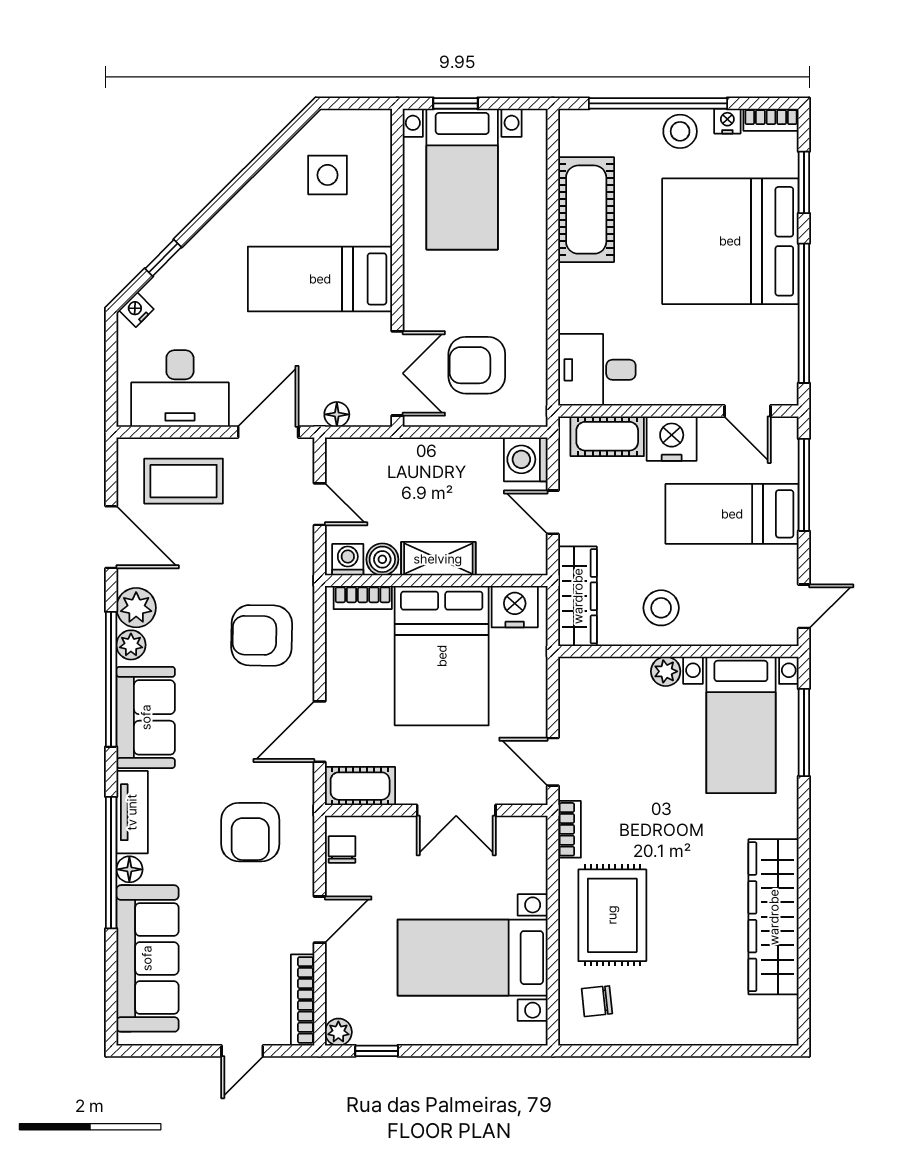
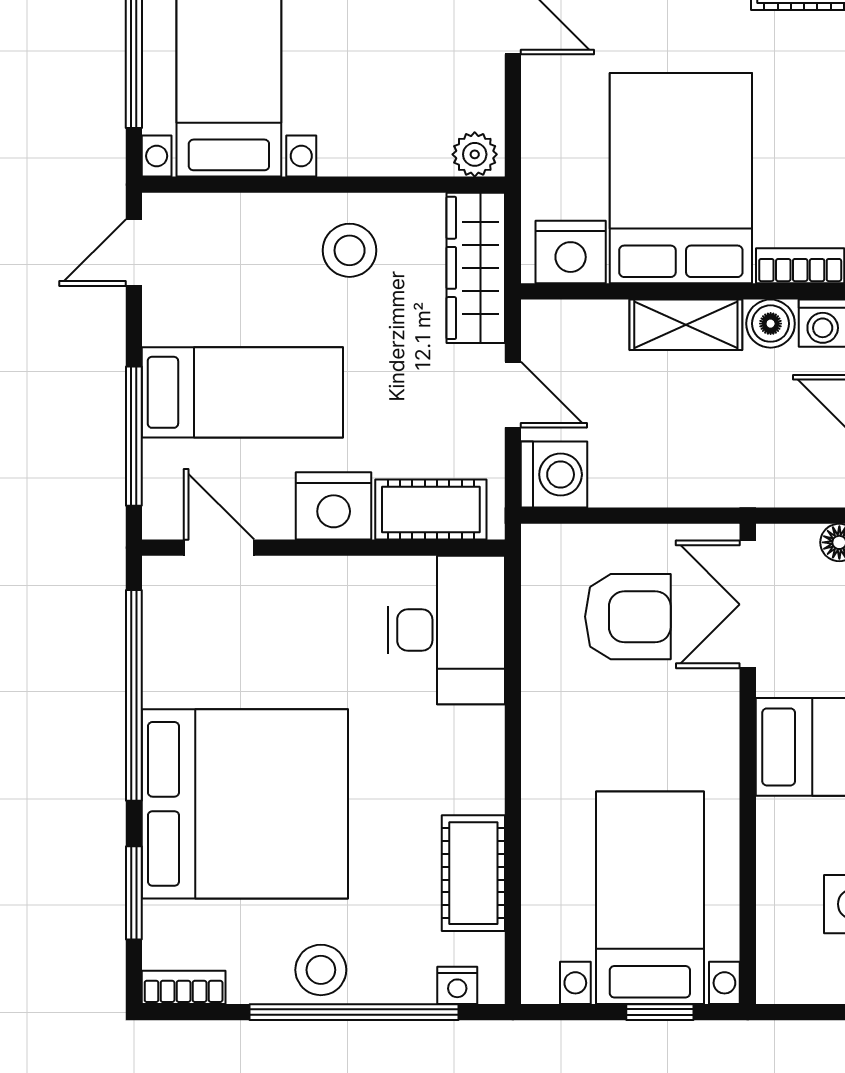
nightstand: (727, 121) -> (457, 985), moved
cot: (586, 210) -> (473, 873), width x0.73, depth x0.75
desk: (597, 370) -> (446, 630), width x1.37
plant: (666, 671) -> (475, 154), moved

